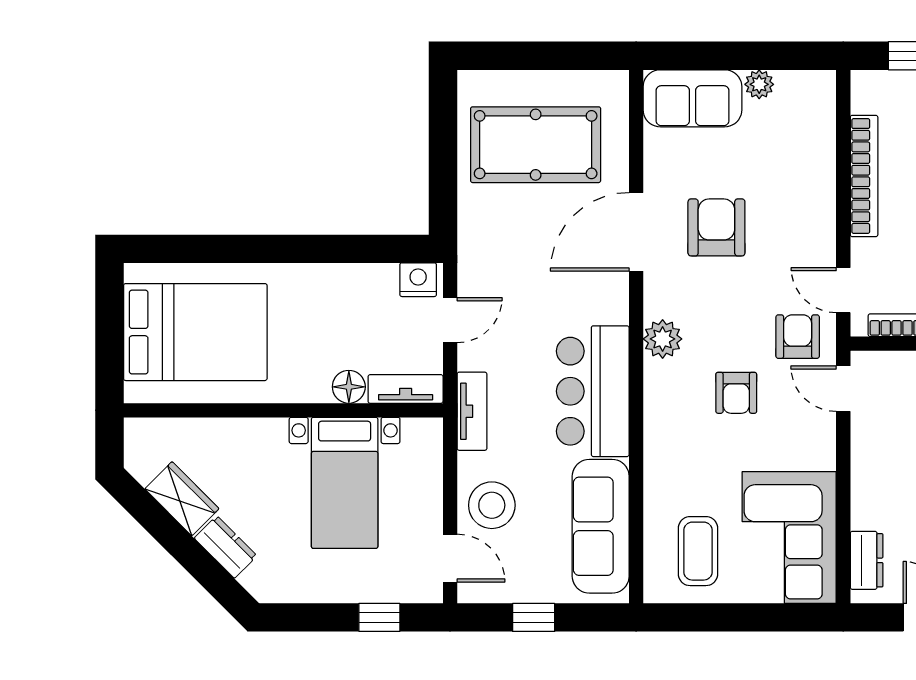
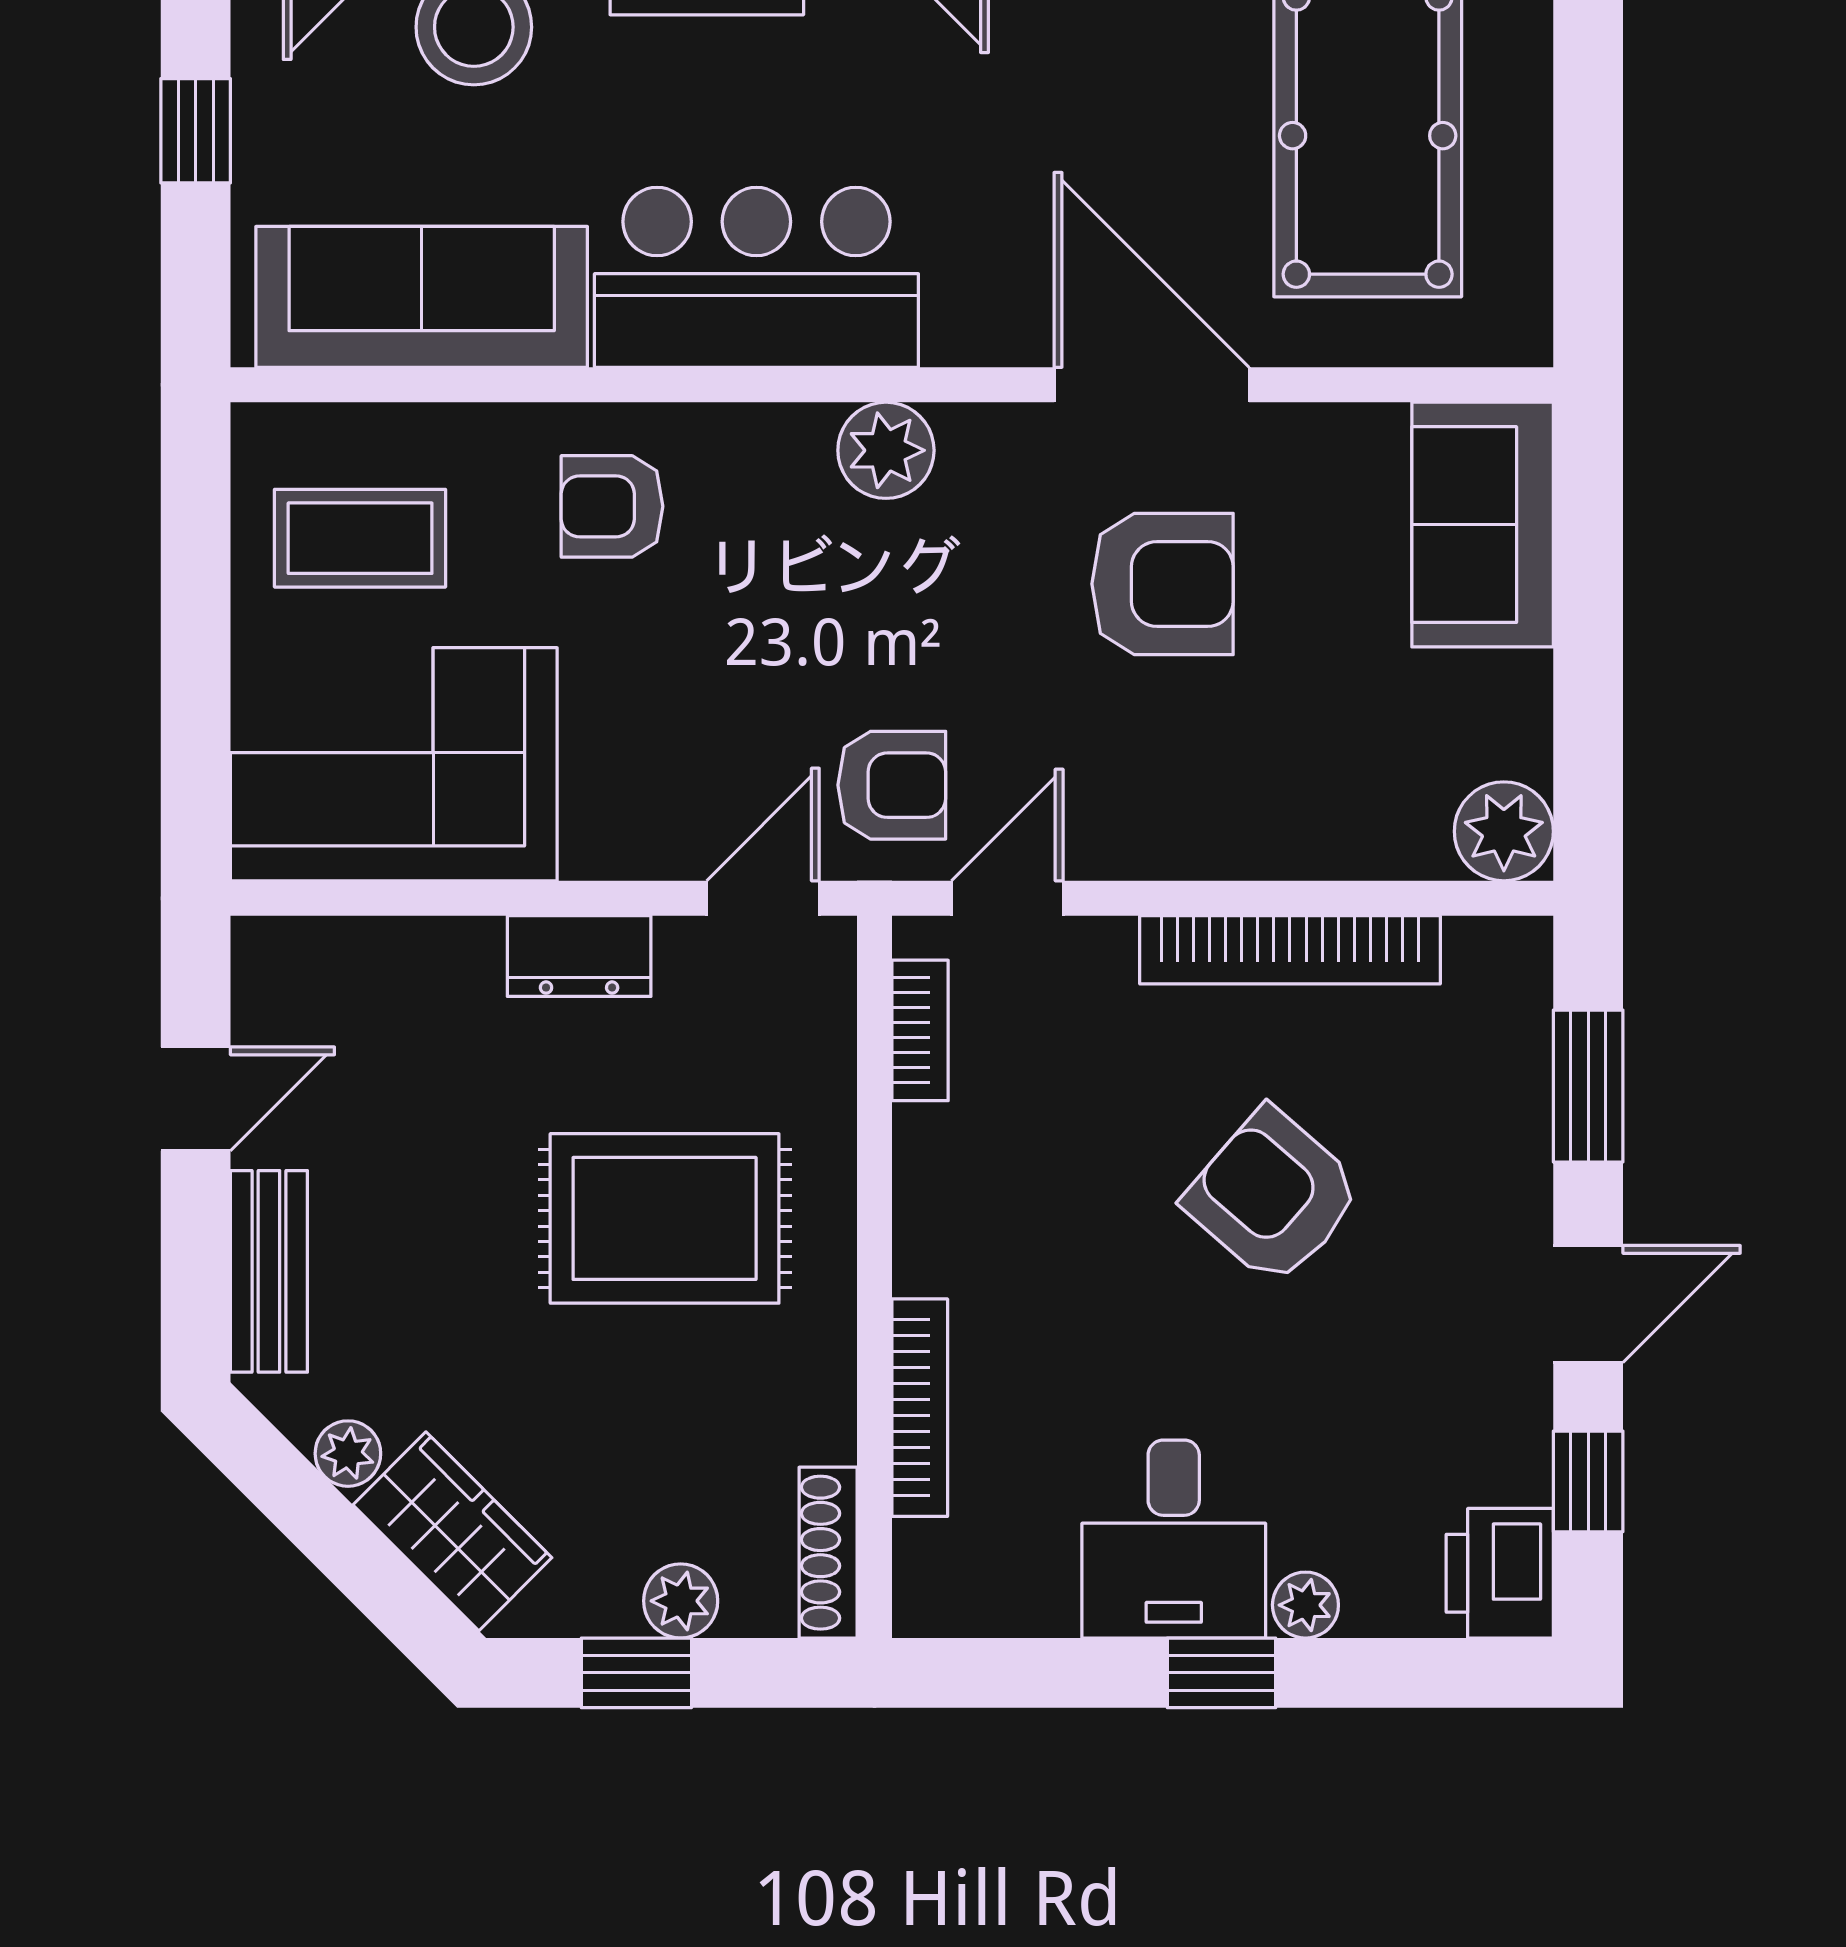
plant: (759, 84) -> (1504, 831), moved, width x1.38, depth x1.38
armchair: (736, 393) -> (612, 506), moved
dresser: (867, 560) -> (579, 956), moved

